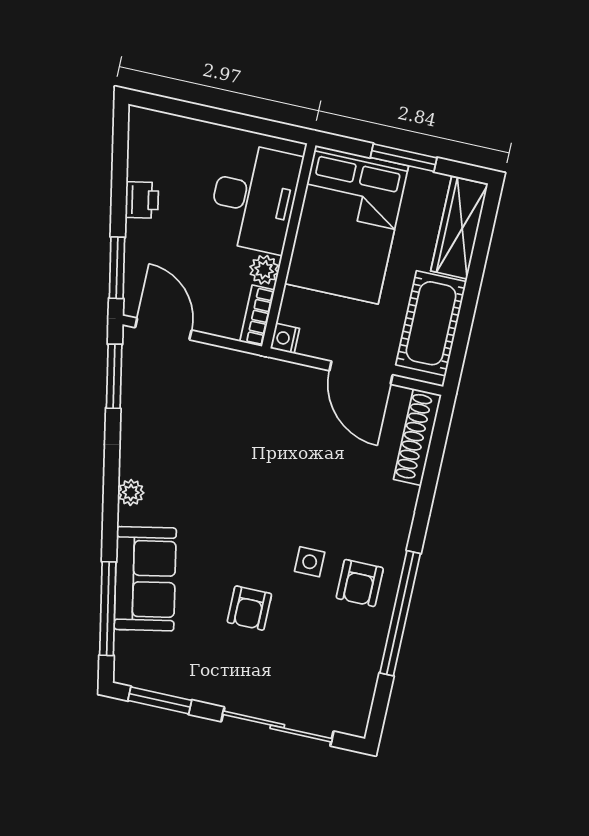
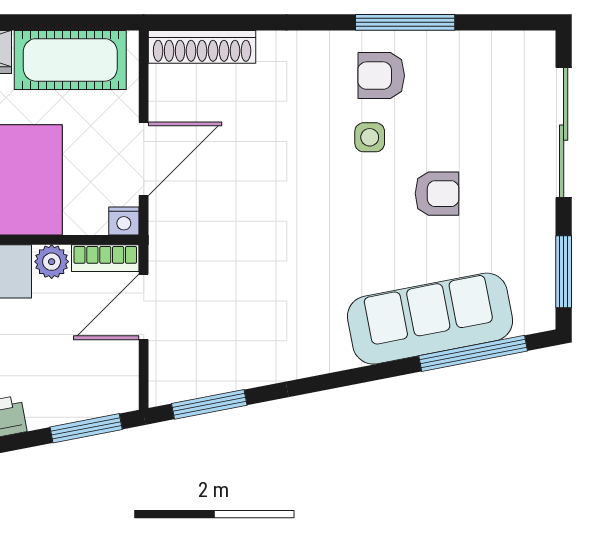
door: (163, 329) -> (144, 307), moved
door: (361, 373) -> (144, 159), moved
plant: (131, 492) -> (336, 356), removed
sofa: (145, 579) -> (430, 319), width x1.36
armchair: (360, 583) -> (381, 76), turned 180
window: (400, 613) -> (405, 22), width x0.68

